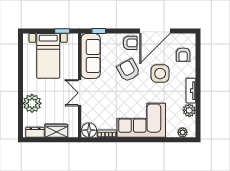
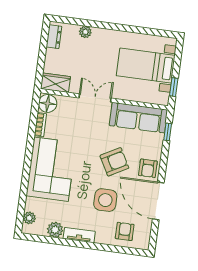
armchair: (183, 55) -> (125, 231), turned 90
plant: (32, 103) -> (85, 32), width x0.53, depth x0.53
wardrobe: (56, 131) -> (55, 83), moved, turned -90

